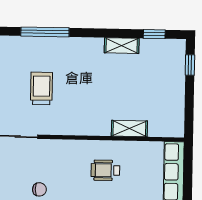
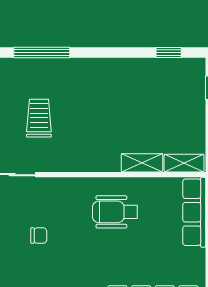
shelving: (122, 46) -> (184, 163), moved
wheelchair: (105, 170) -> (115, 212), width x1.36, depth x1.37

